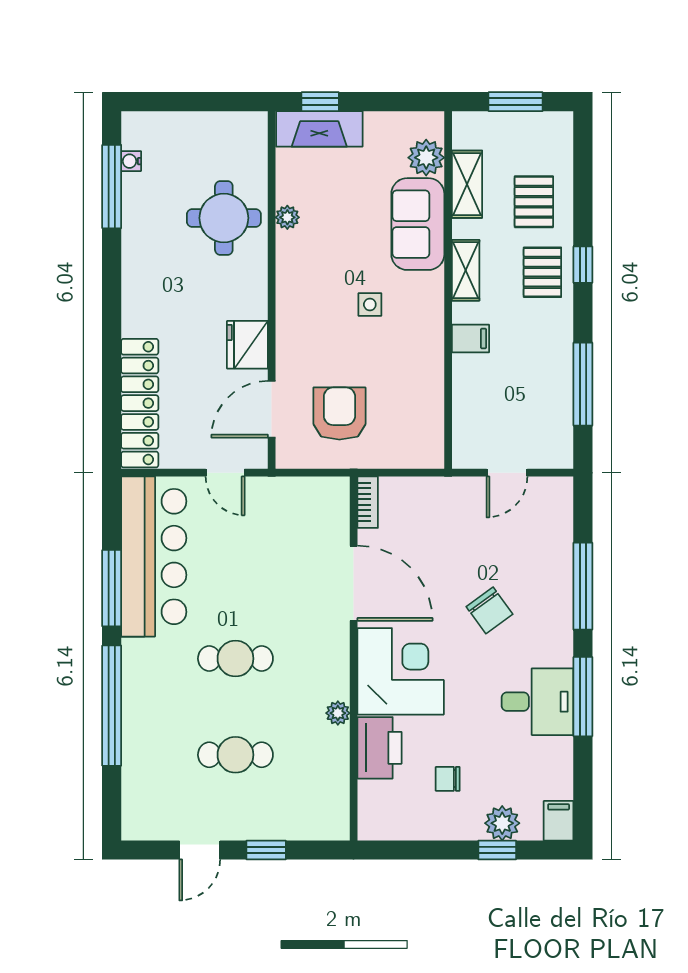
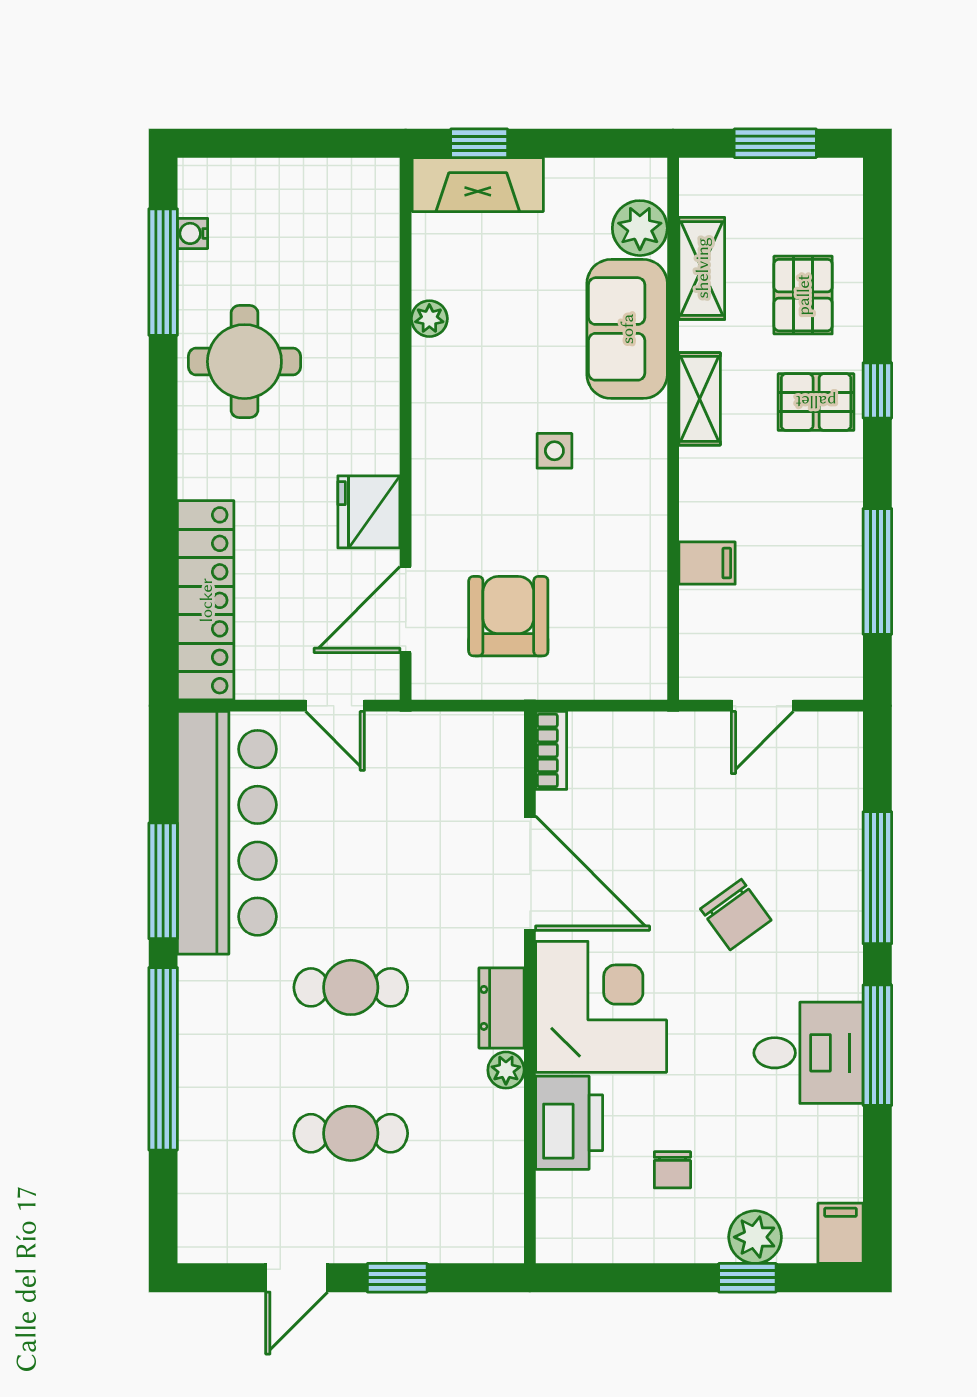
round table: (224, 218) -> (244, 362), moved
pallet: (542, 272) -> (816, 402), turned 90
filing cabinet: (470, 338) -> (707, 563), moved
dresser: (335, 672) -> (501, 1008), added
chair: (448, 779) -> (672, 1170), turned -90

